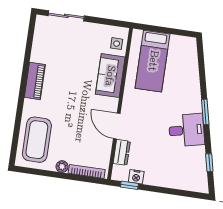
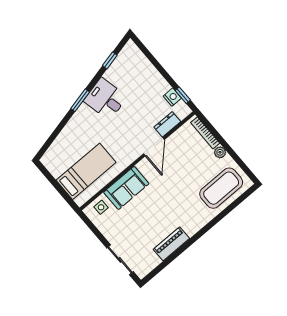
piano: (35, 81) -> (171, 244), moved

